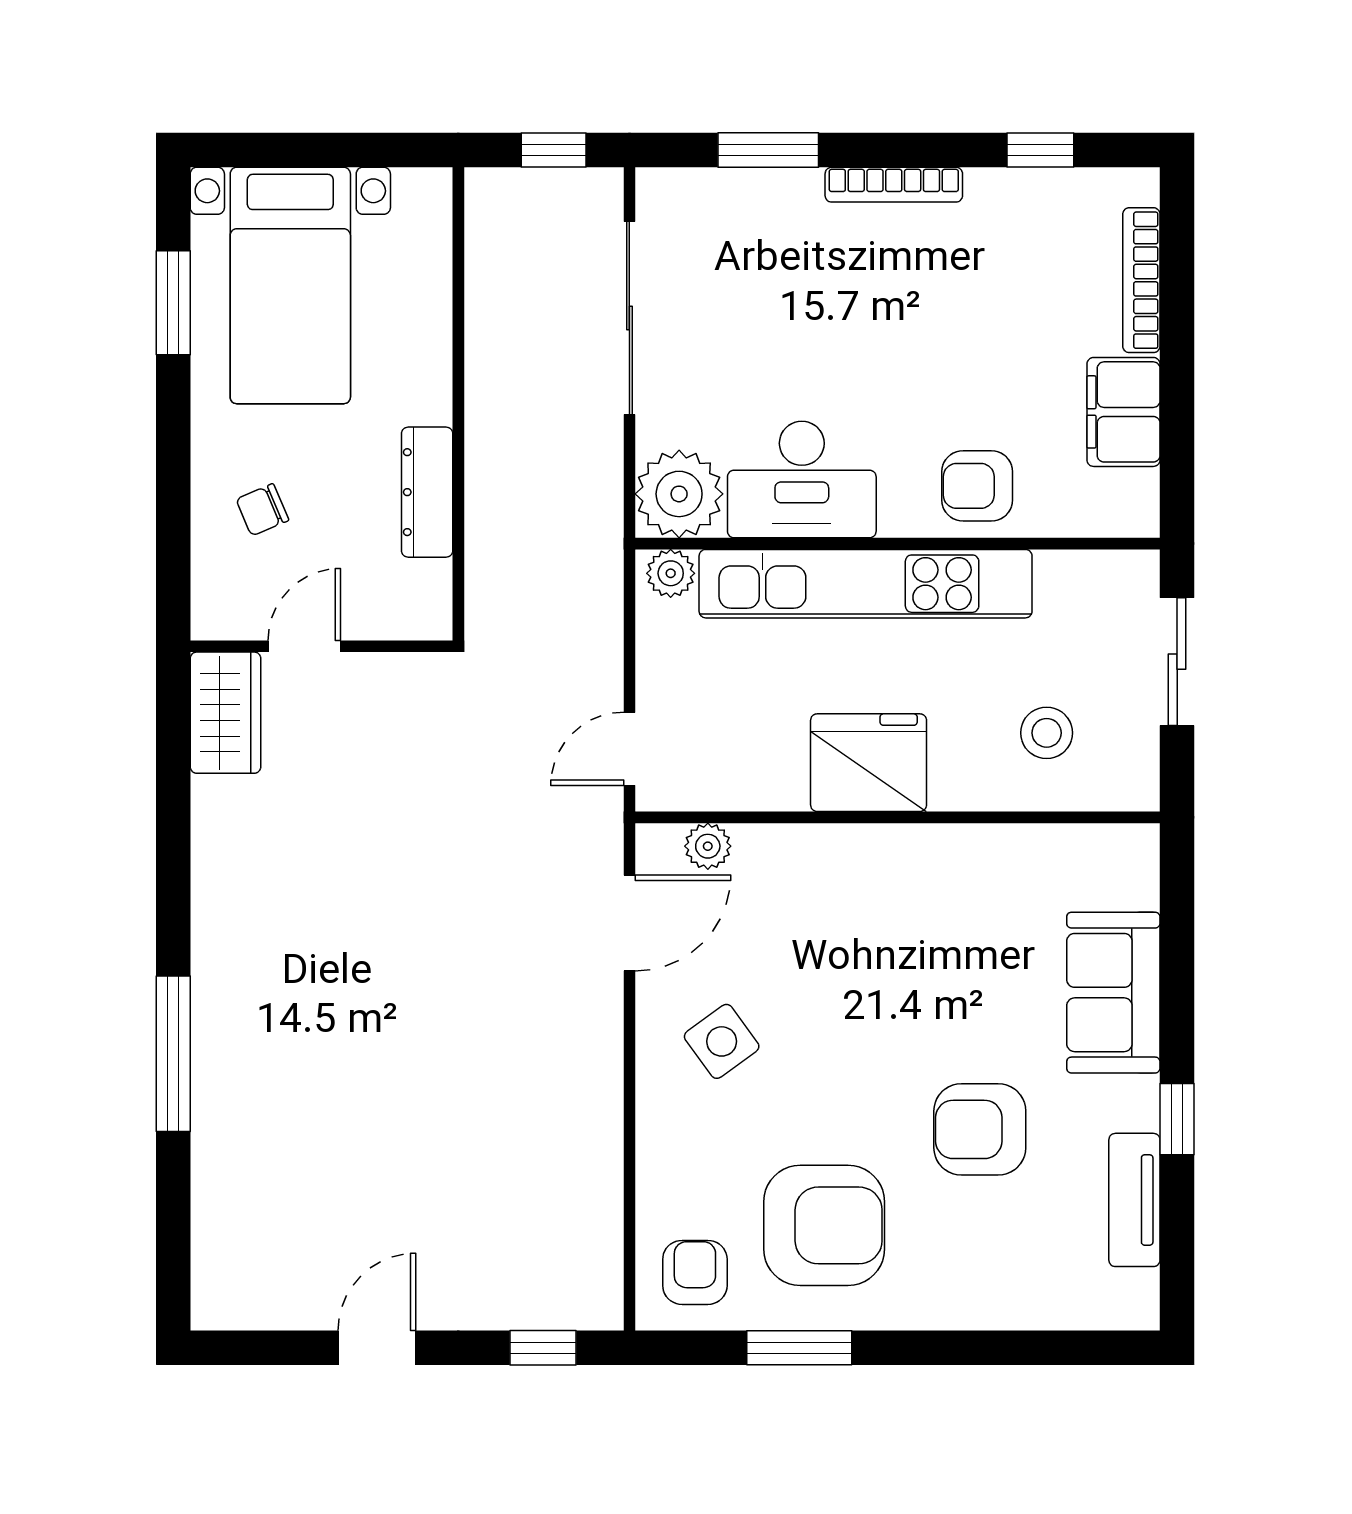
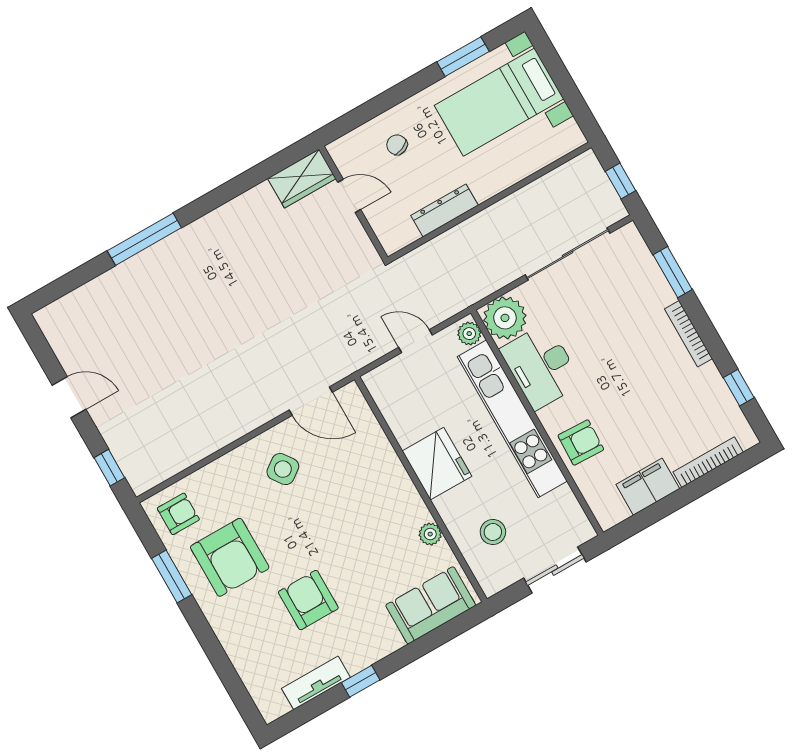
armchair: (977, 486) -> (581, 442), turned 92
door: (629, 749) -> (415, 341), moved
plant: (708, 846) -> (430, 534), moved
sofa: (1113, 993) -> (431, 605), moved

